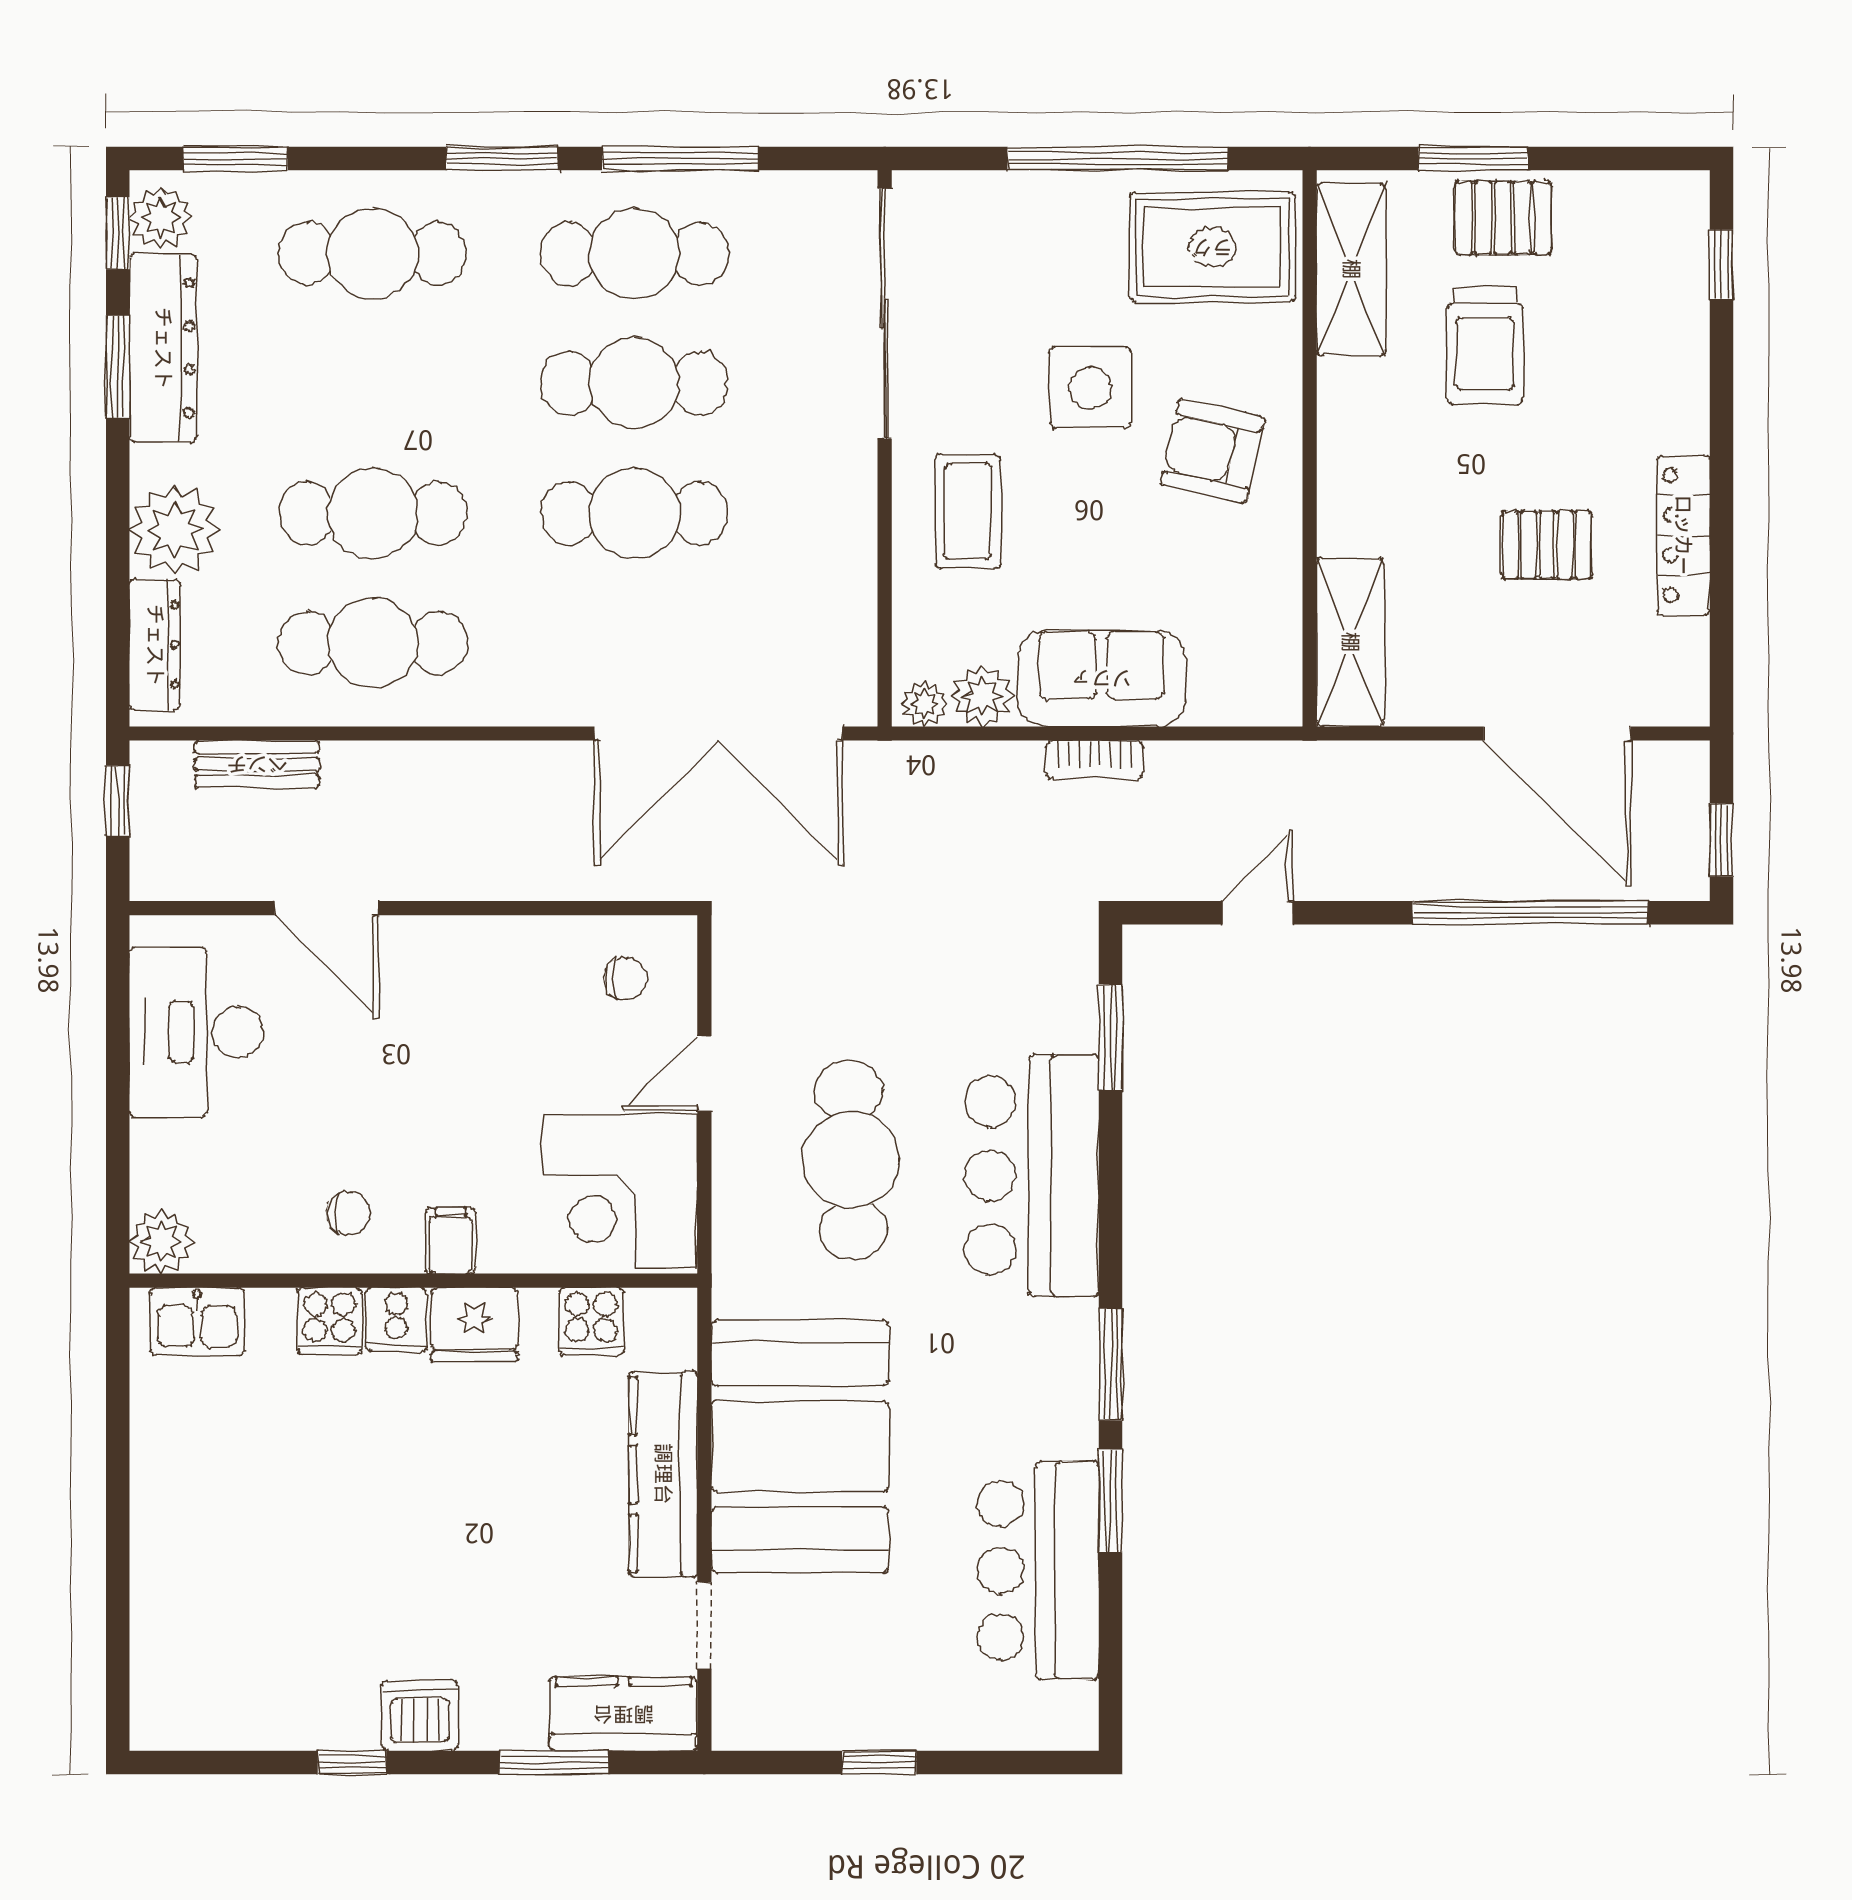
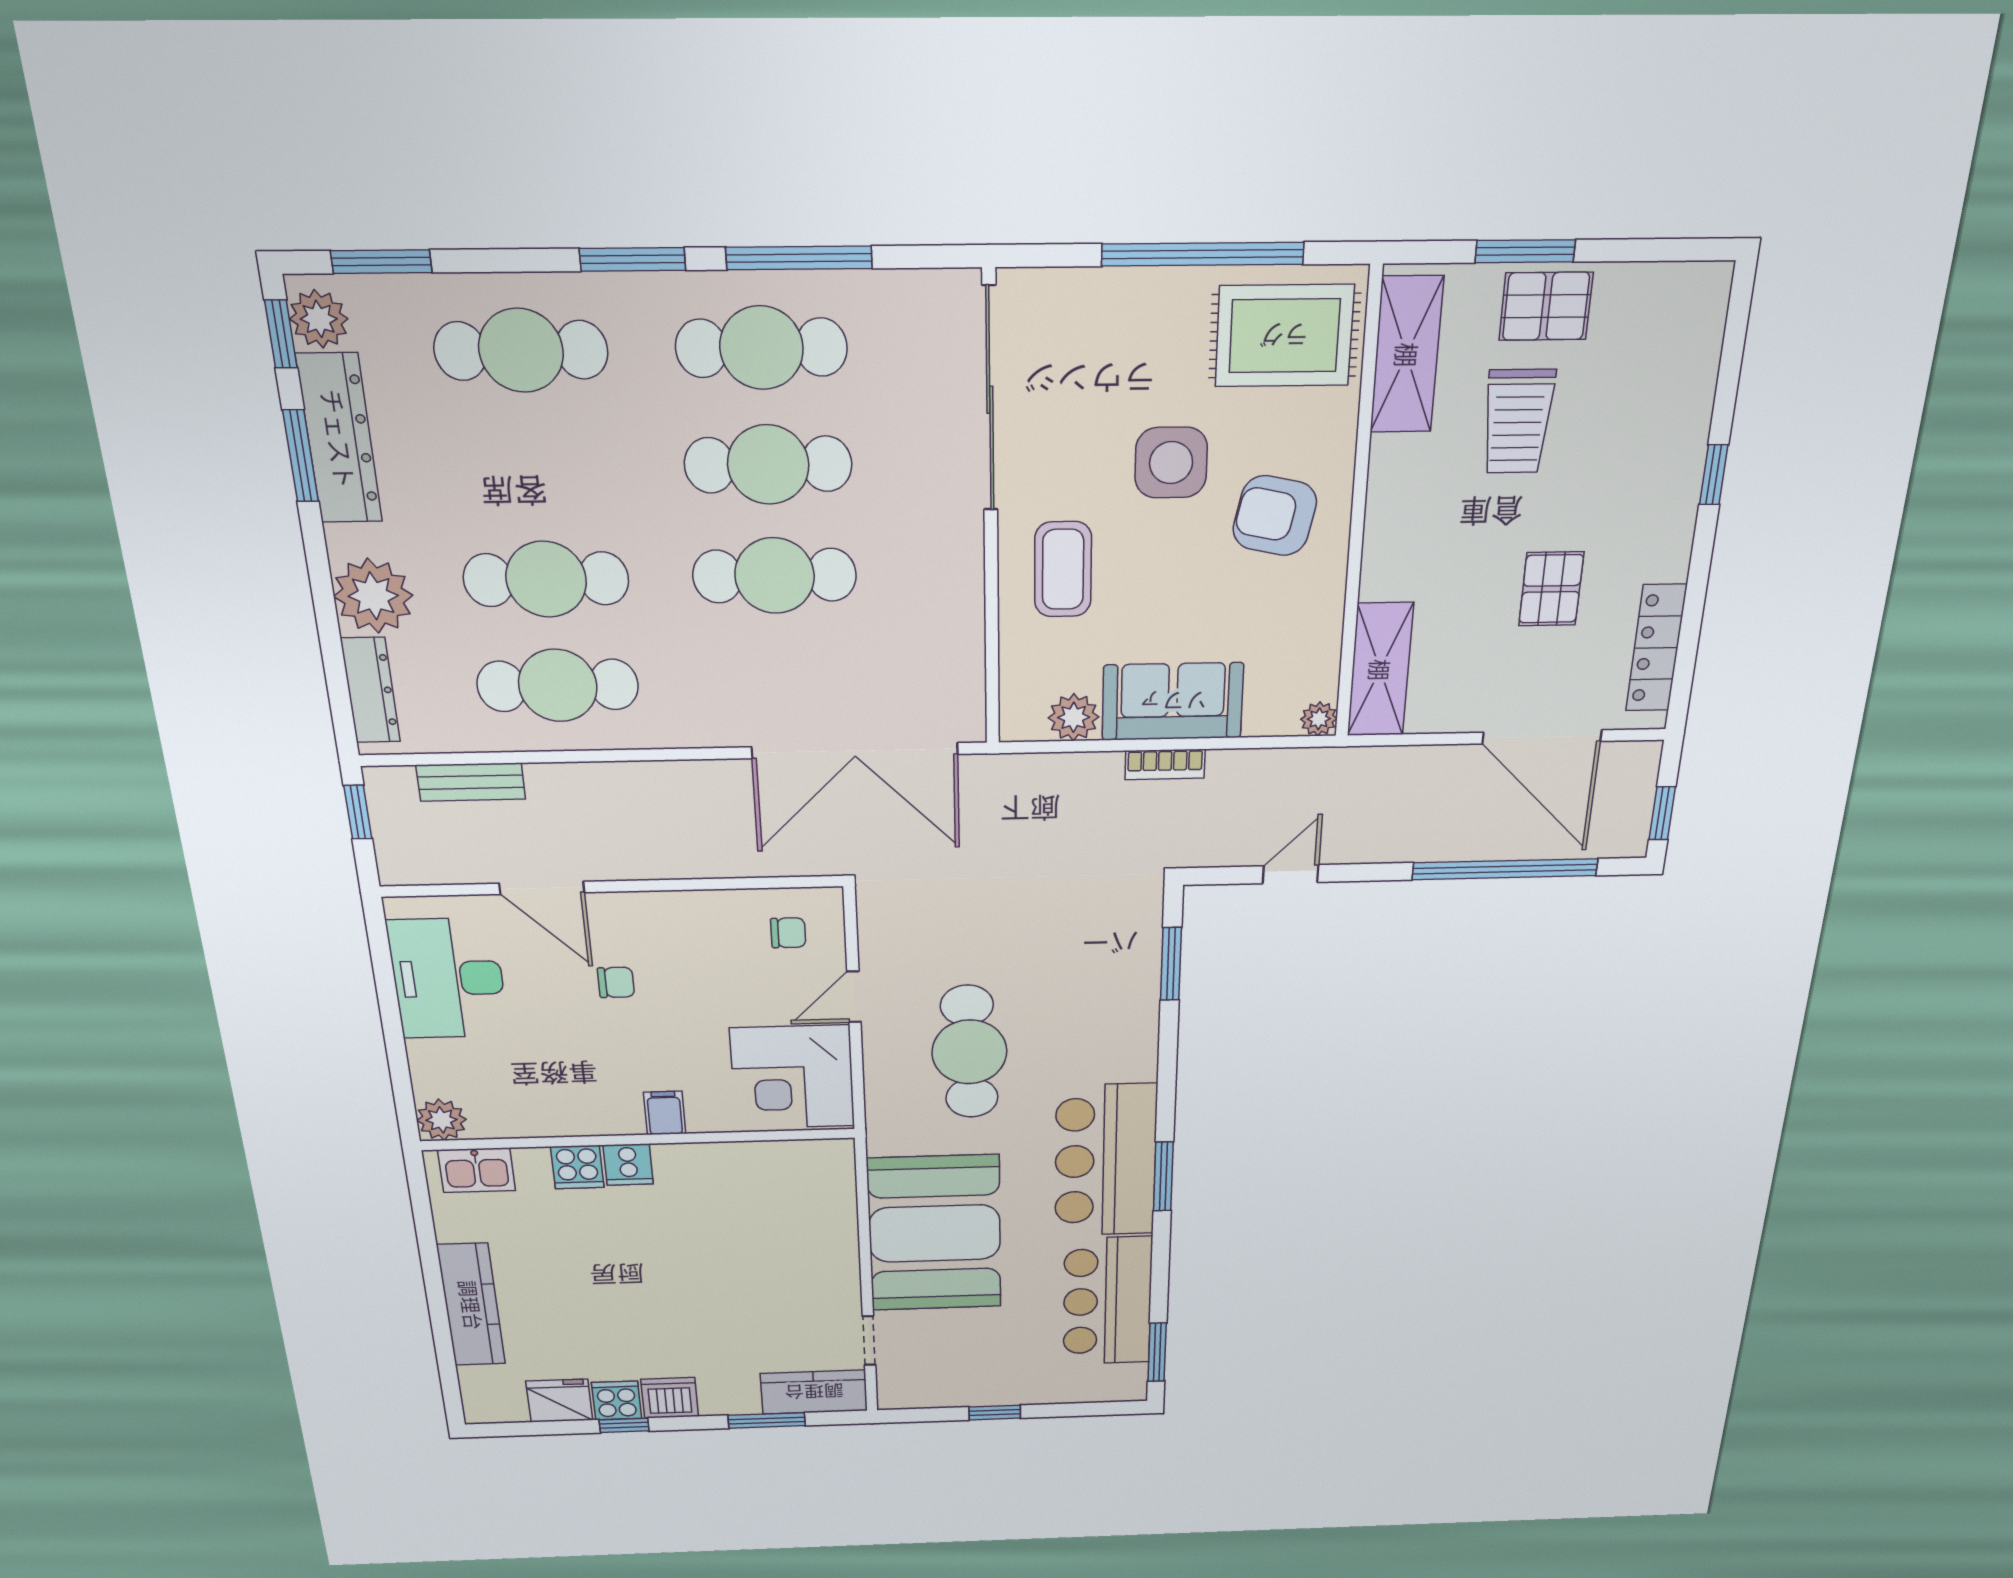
window: (1722, 265) -> (1714, 475), moved
locker: (1683, 535) -> (1656, 648), moved
pallet: (1547, 545) -> (1551, 589), turned 90
plant: (925, 704) -> (1319, 719), moved
bar counter: (1032, 1175) -> (1106, 1161), moved
chair: (348, 1213) -> (616, 982), moved
cooker: (591, 1321) -> (617, 1401), moved, turned 180
fridge: (474, 1325) -> (559, 1401), moved, turned 180
kitchen counter: (663, 1474) -> (471, 1305), moved, turned 180
window: (1111, 1501) -> (1157, 1352), moved

